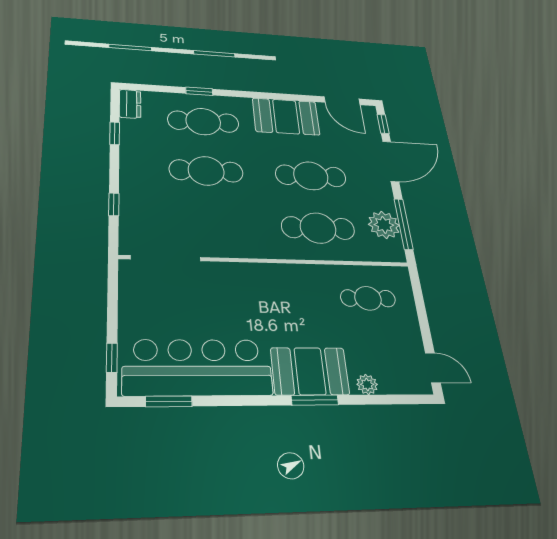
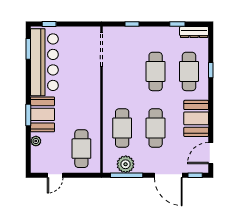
dresser: (130, 104) -> (194, 32), width x1.44
cafe table: (368, 298) -> (81, 149), width x1.37, depth x1.35
door: (433, 368) -> (55, 175), moved

